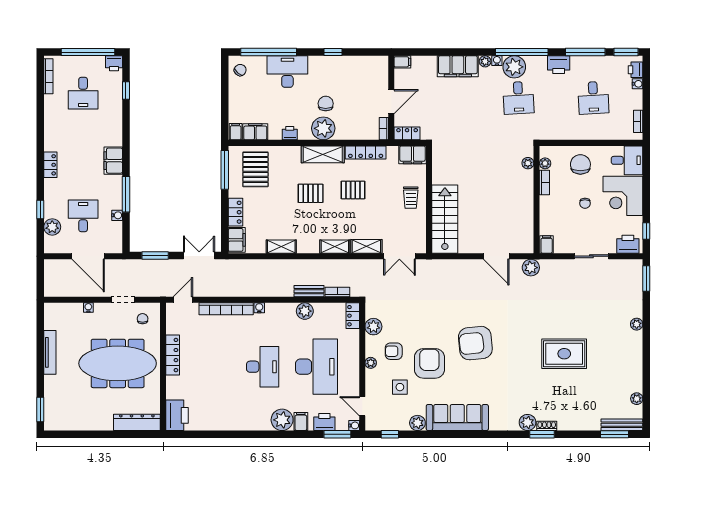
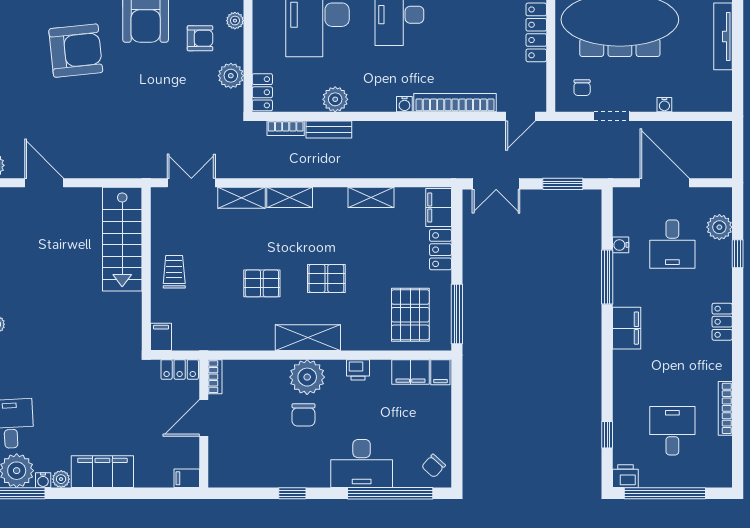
bookcase: (48, 76) -> (725, 408), moved
locker: (366, 152) -> (243, 340), removed
filing cabinet: (412, 155) -> (161, 337), width x0.50

